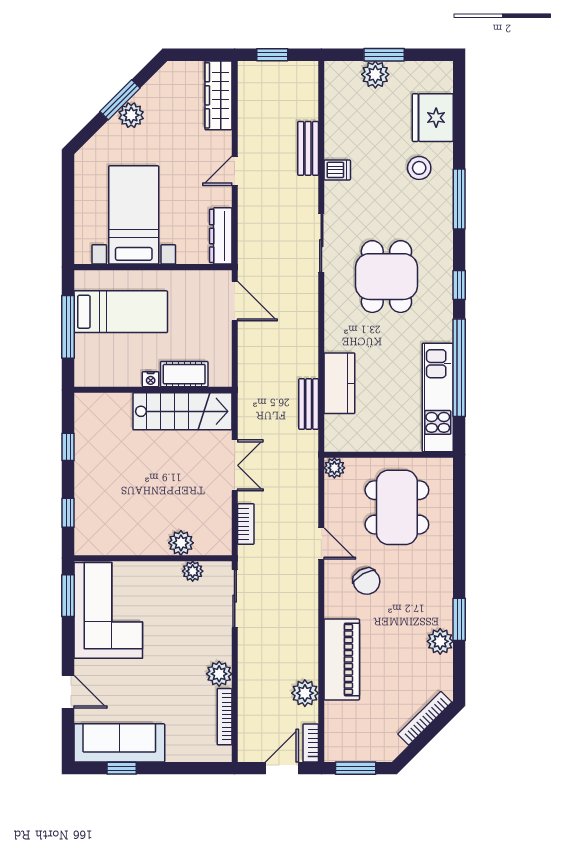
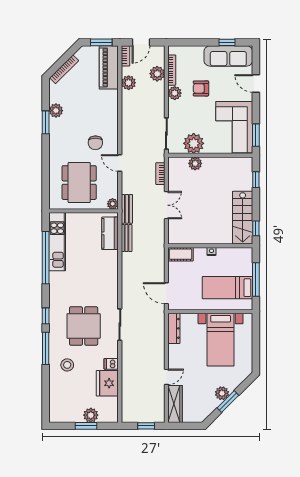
fridge: (433, 118) -> (107, 383), moved, turned 180
bench: (308, 148) -> (127, 209), moved
door: (235, 171) -> (166, 377), moved
dining table: (386, 277) -> (84, 326), moved
window: (459, 285) -> (46, 316), moved
cot: (184, 374) -> (181, 254), moved
kitchen counter: (339, 383) -> (110, 233), moved
stairs: (182, 411) -> (243, 218), moved, turned -90
window: (68, 447) -> (256, 228), moved
double door: (235, 465) -> (166, 205), swing flipped
plant: (193, 571) -> (194, 143), width x1.88, depth x1.88
chair: (367, 581) -> (95, 143), turned -150
piano: (342, 659) -> (109, 67), moved
armchair: (170, 682) -> (201, 88), added
plant: (252, 710) -> (157, 74), added

